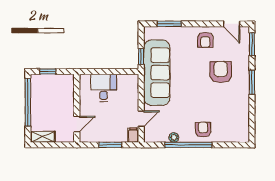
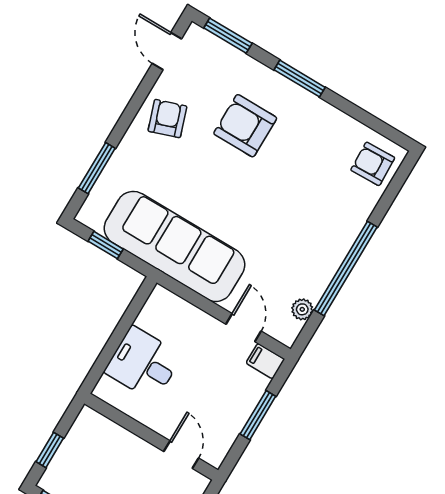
door: (232, 24) -> (167, 51), swing flipped
armchair: (205, 40) -> (167, 119), turned -109
window: (141, 57) -> (106, 245), moved
armchair: (203, 130) -> (373, 164), moved
plant: (174, 137) -> (302, 309), moved

